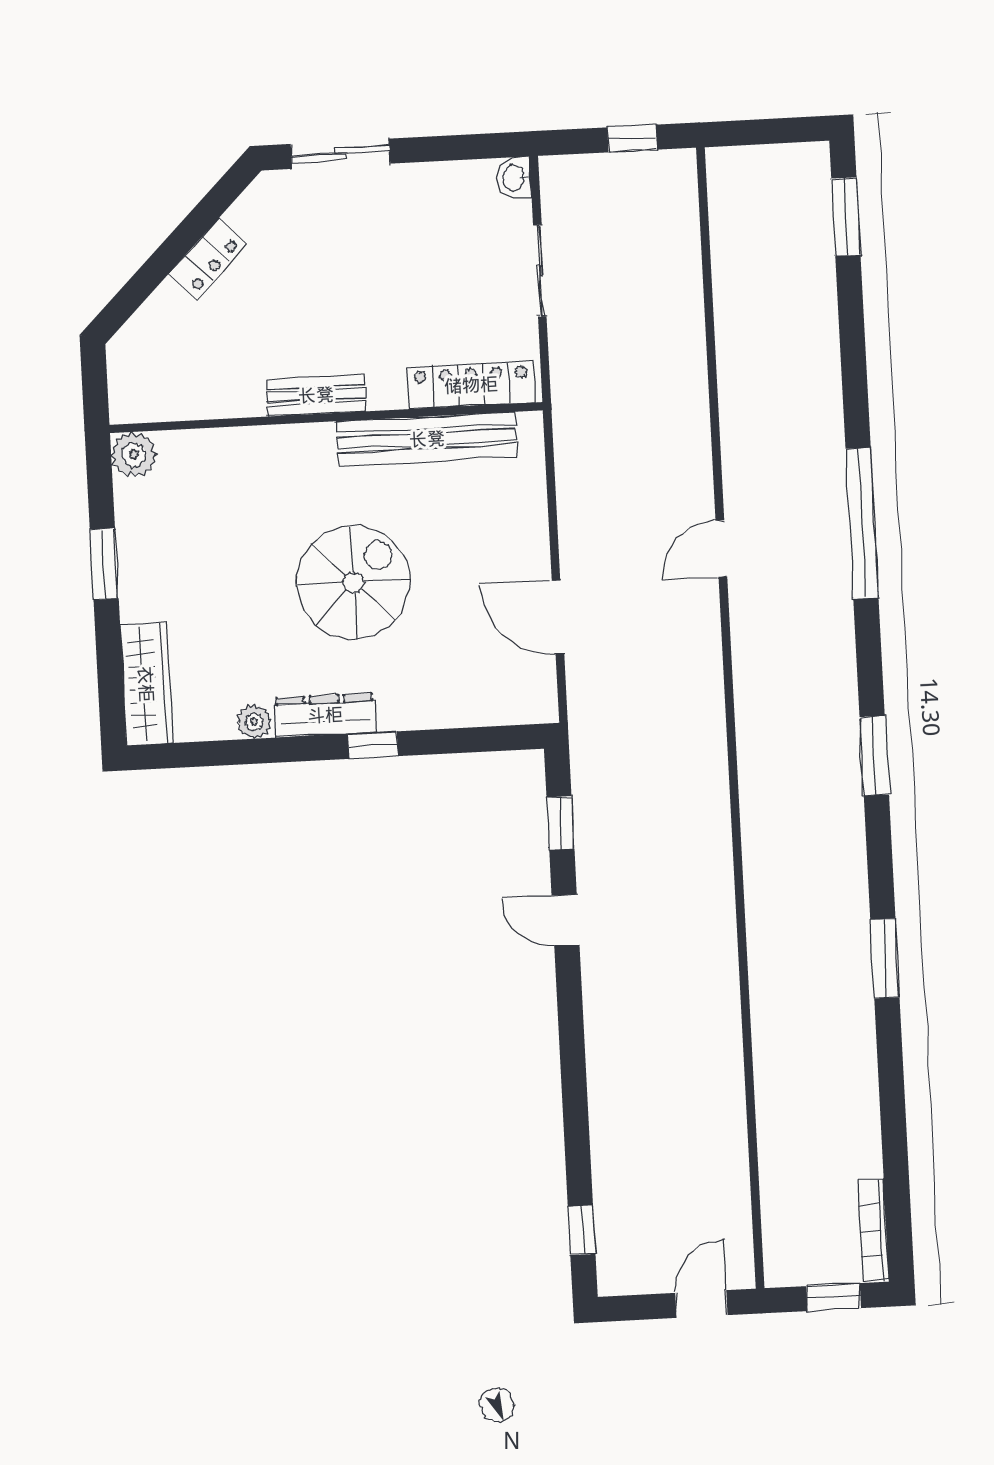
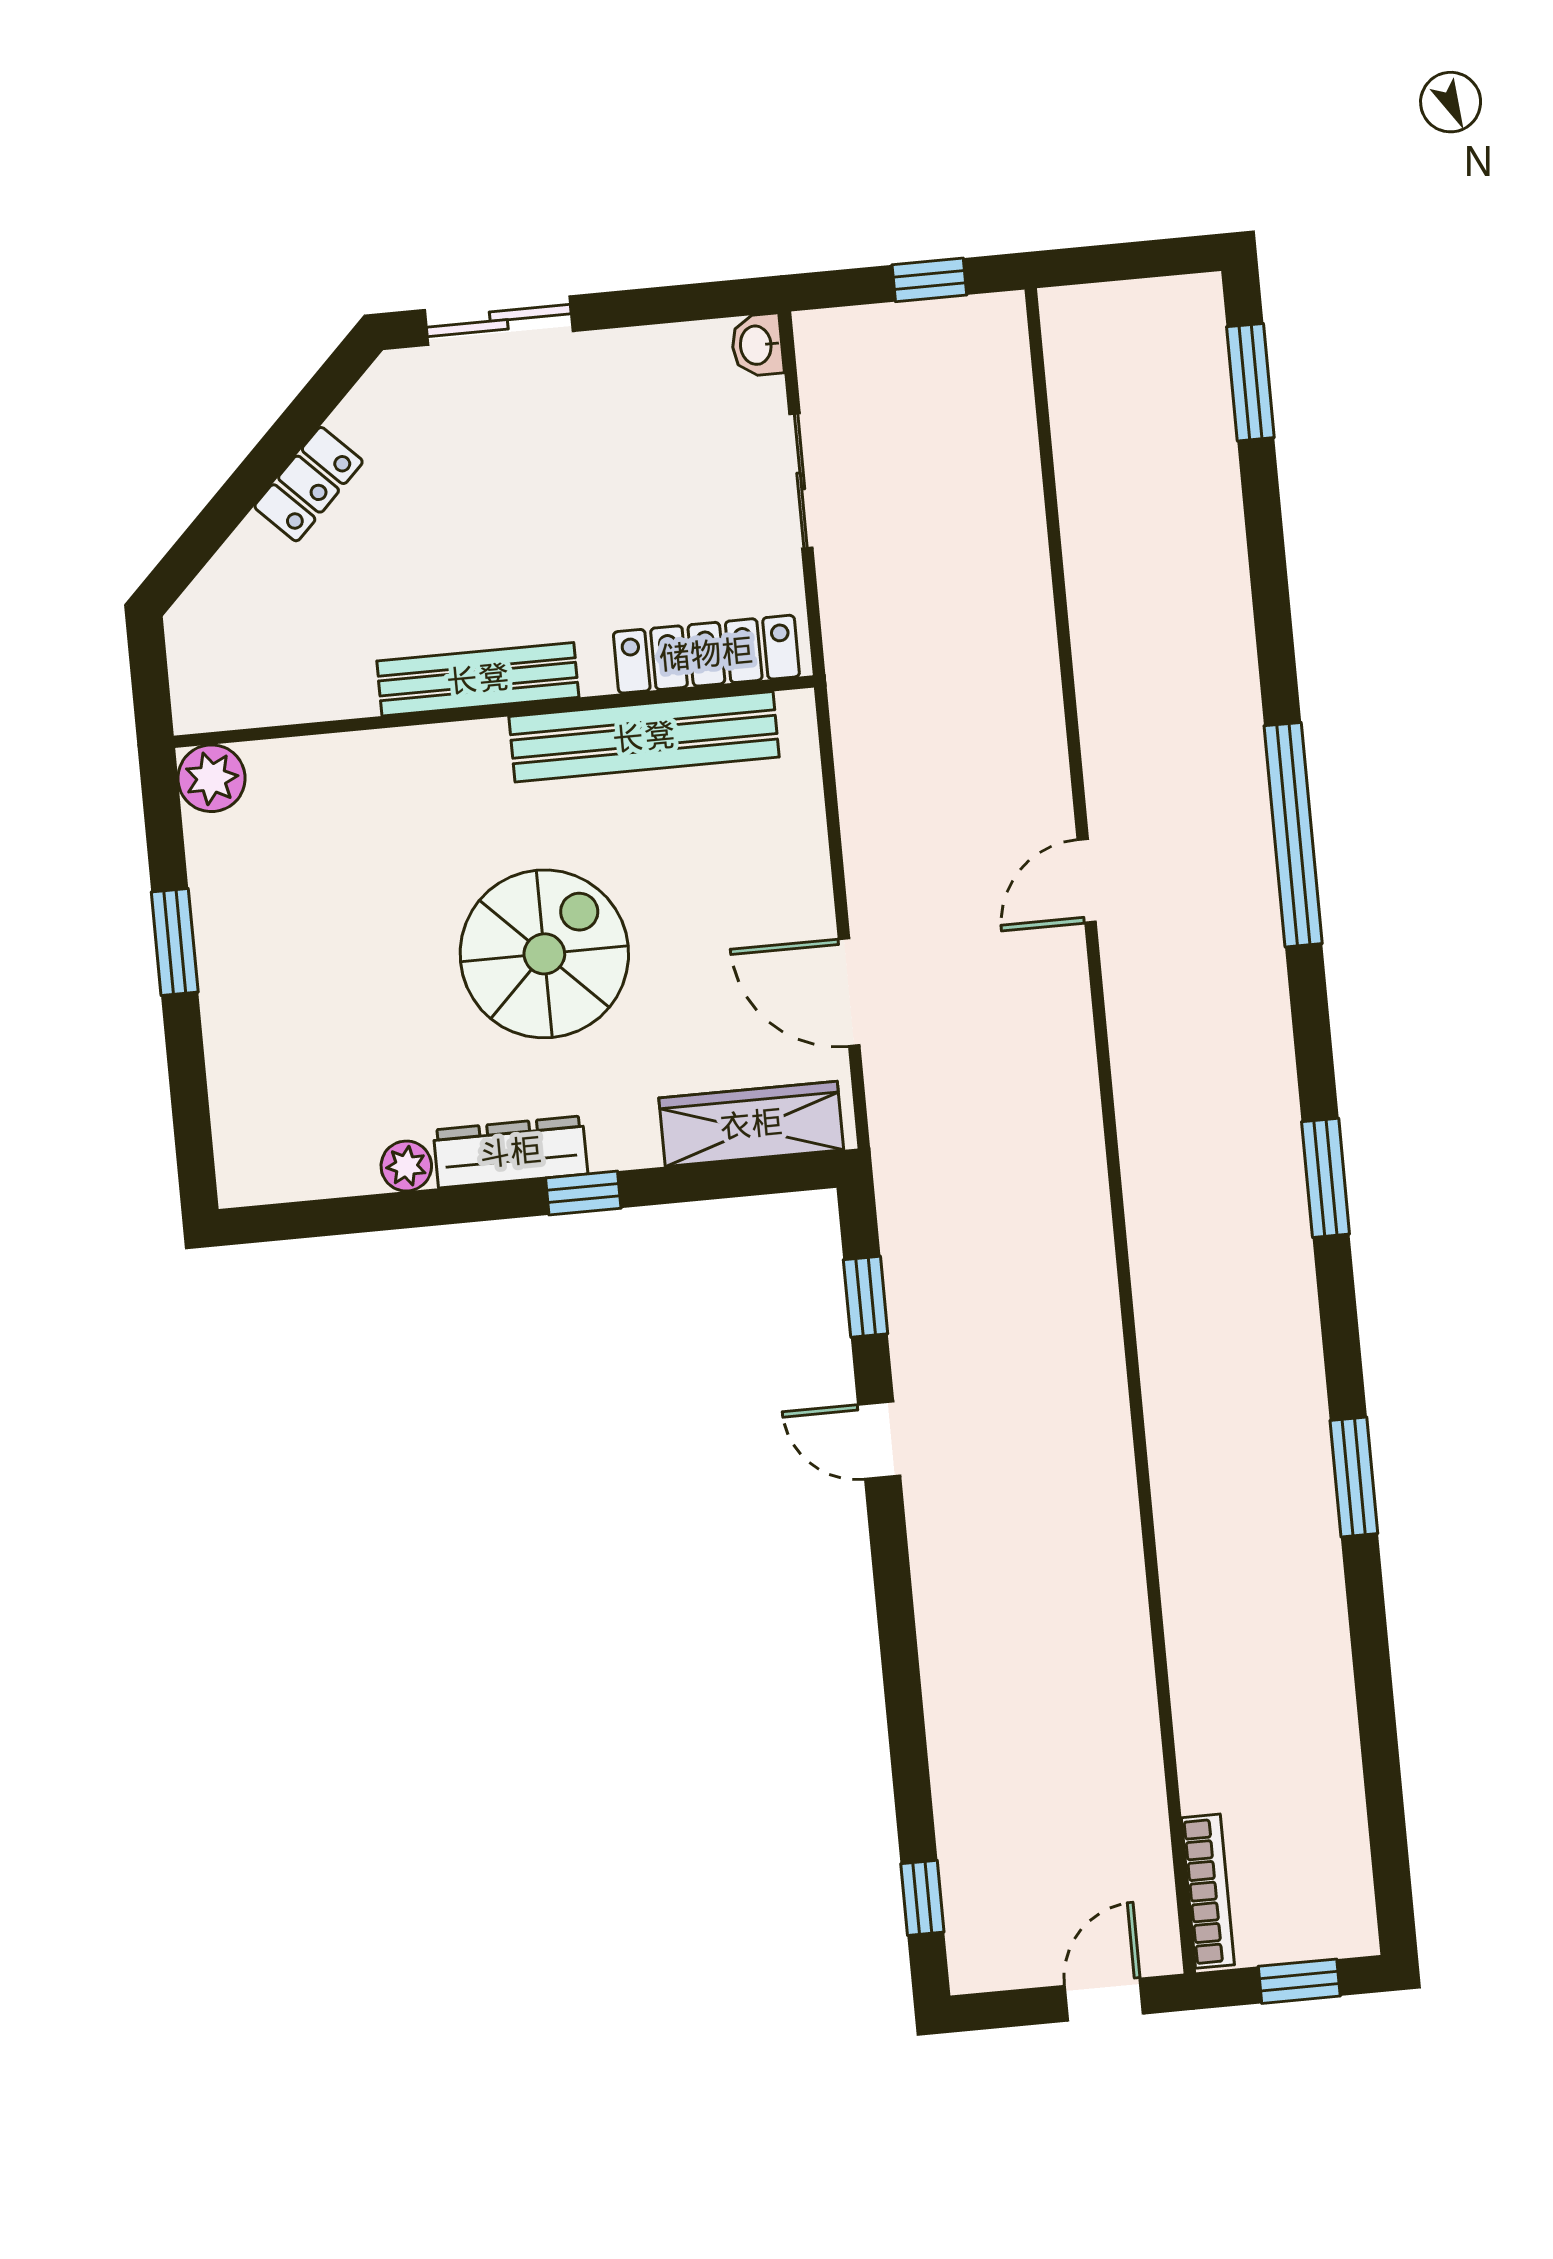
bench: (316, 395) -> (478, 679), width x1.36
wardrobe: (146, 684) -> (751, 1124), moved, turned -90
bookcase: (873, 1231) -> (1208, 1891), moved, turned 180

